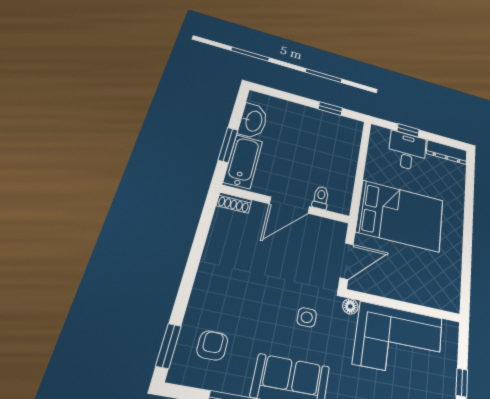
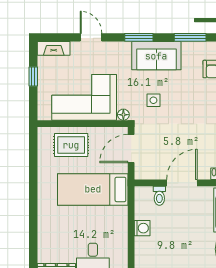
washing machine: (347, 168) -> (142, 228), added
bed: (401, 216) -> (93, 189), width x0.67
rug: (420, 282) -> (71, 145), added

